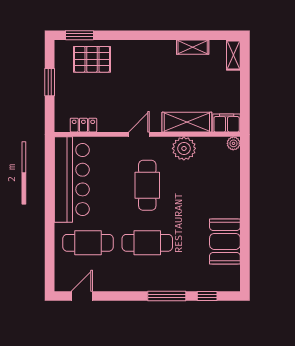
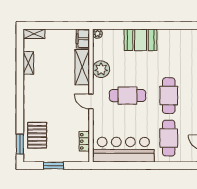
booth: (225, 241) -> (141, 40), moved

